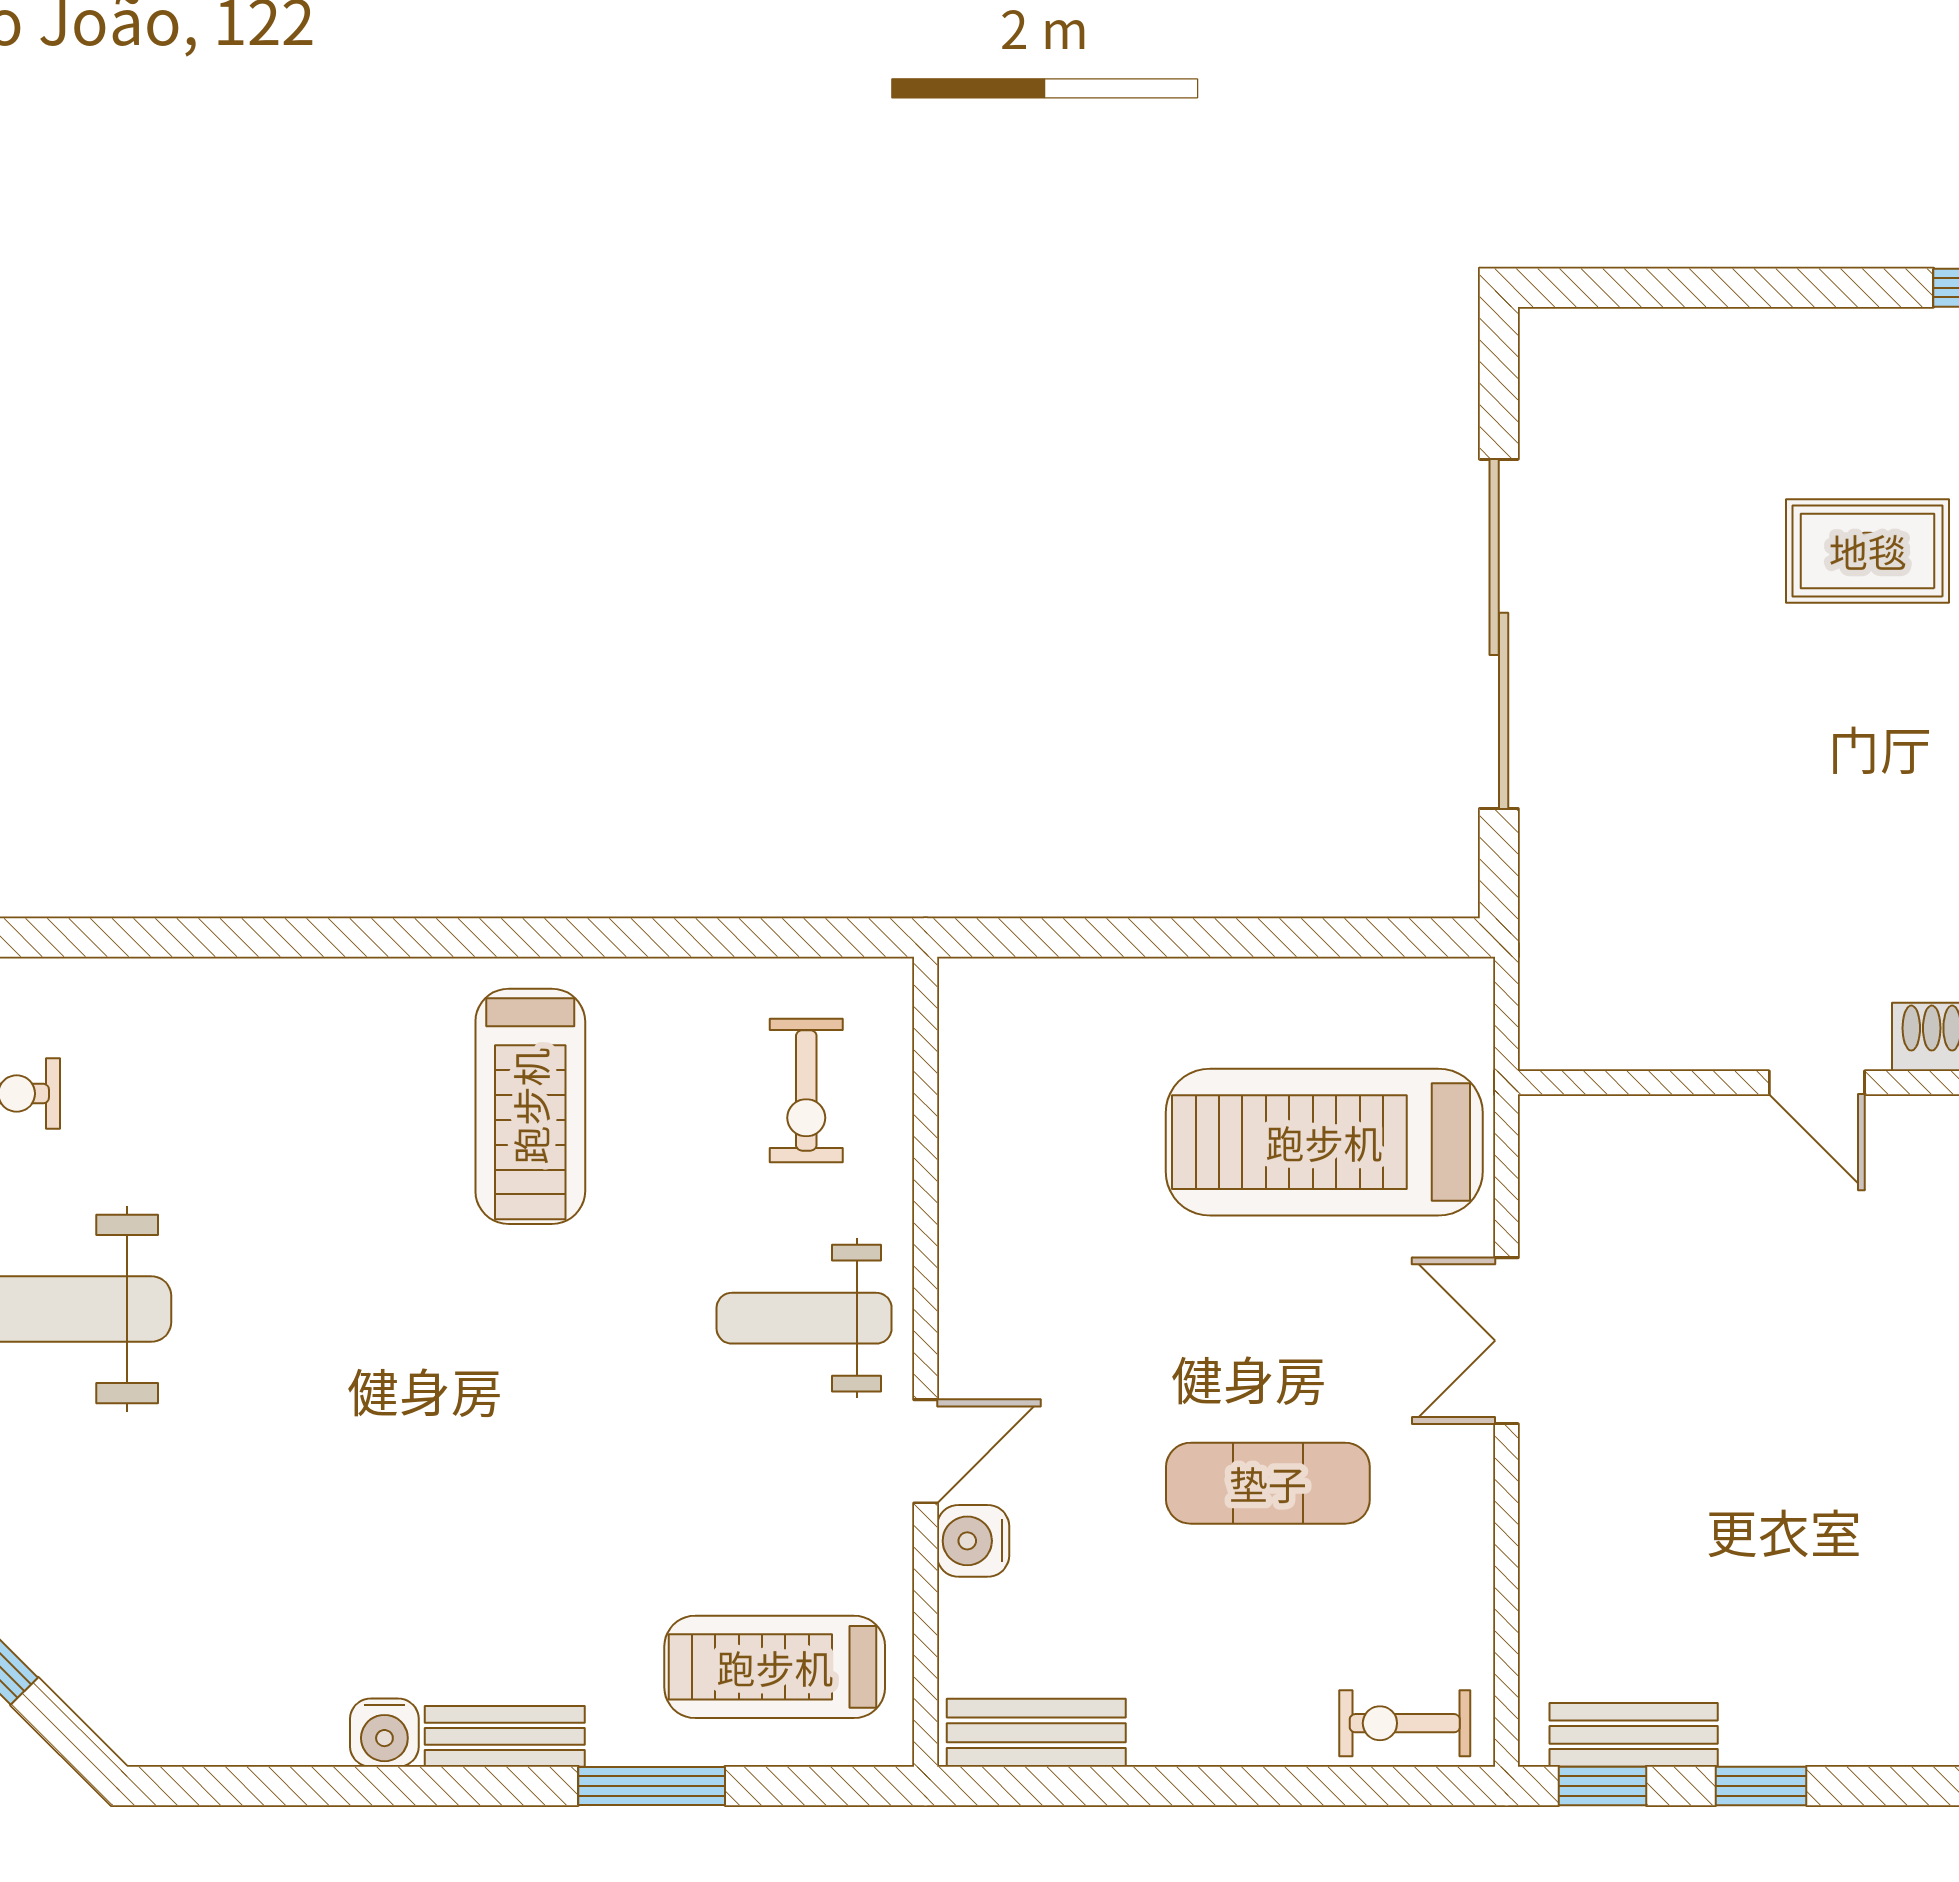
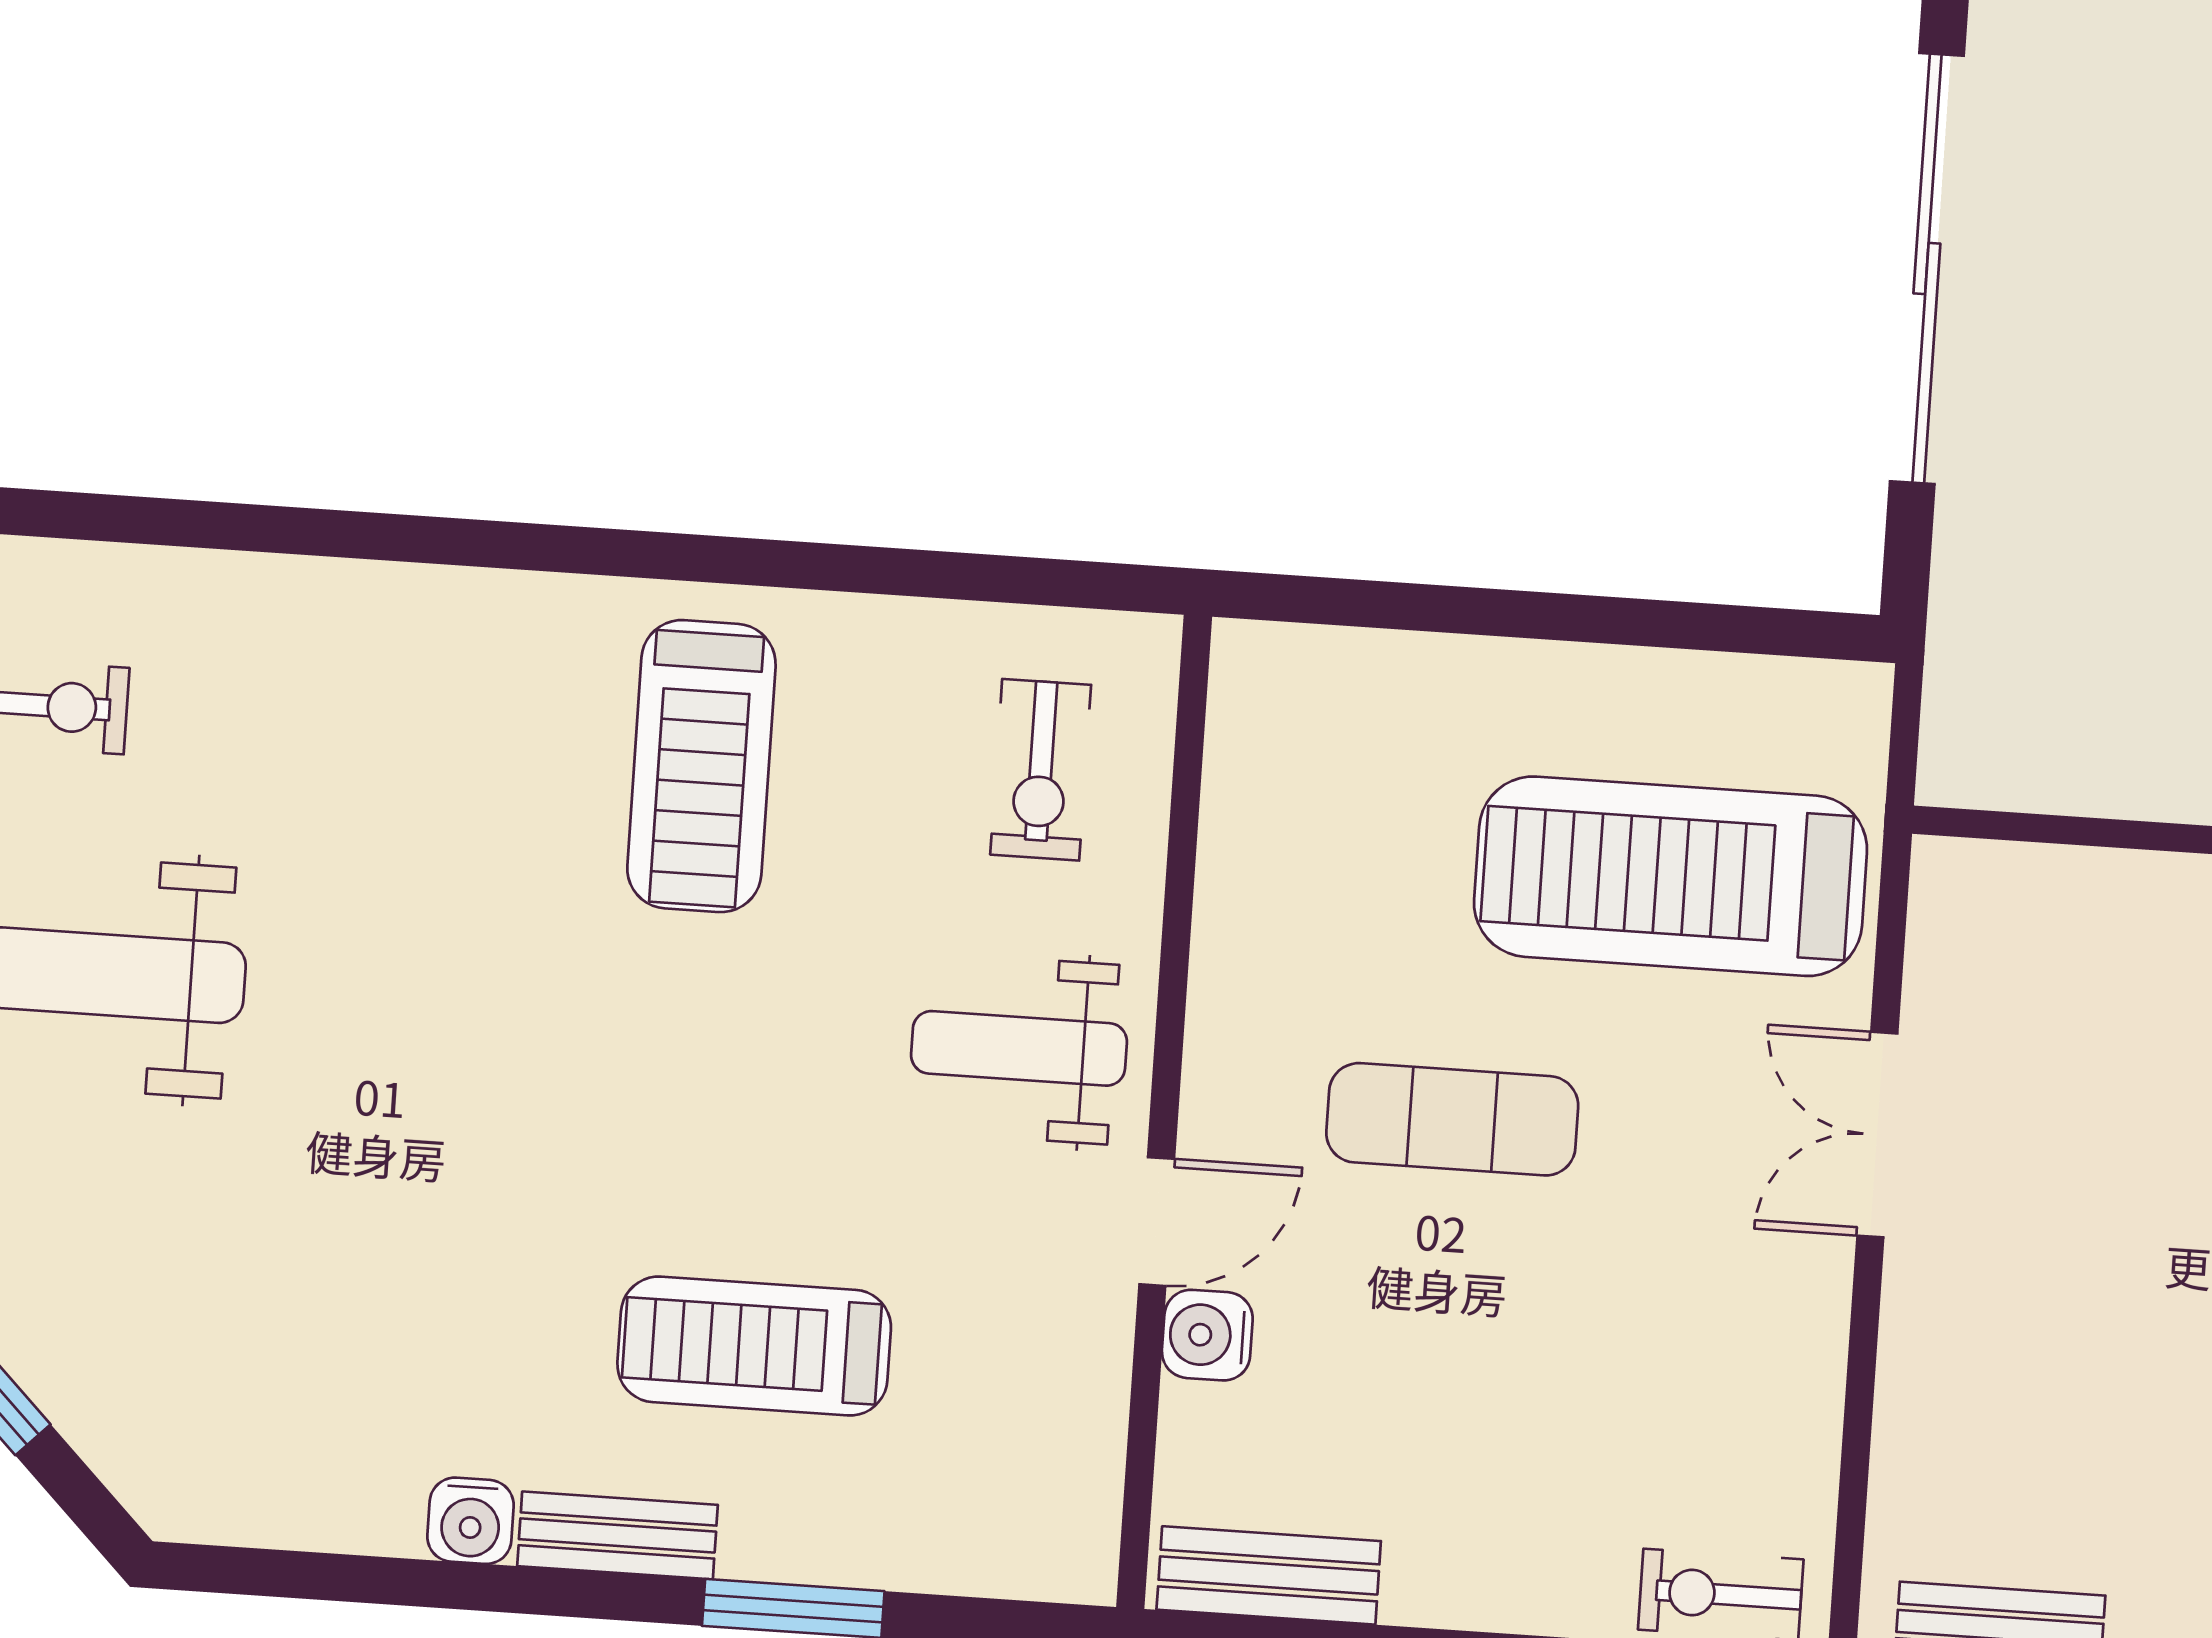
exercise mat: (1268, 1483) -> (1452, 1119), moved
treadmill: (775, 1667) -> (754, 1346), moved

